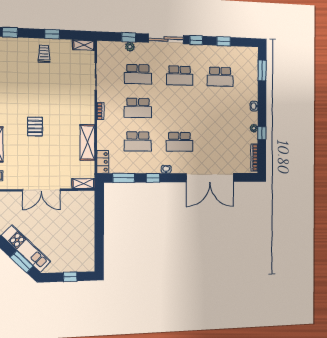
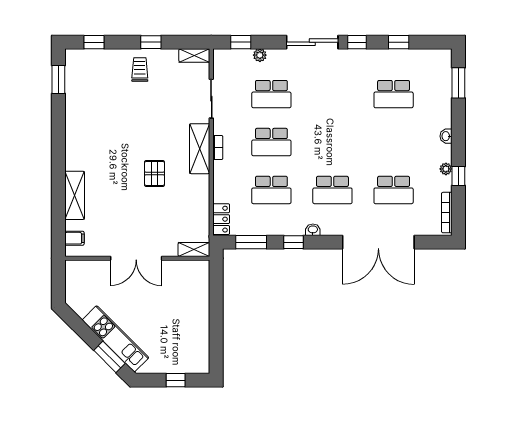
window: (129, 37) -> (241, 42), moved
school desk: (180, 76) -> (394, 190), moved
pallet: (35, 127) -> (154, 173), moved
shelving: (87, 142) -> (200, 149), moved

